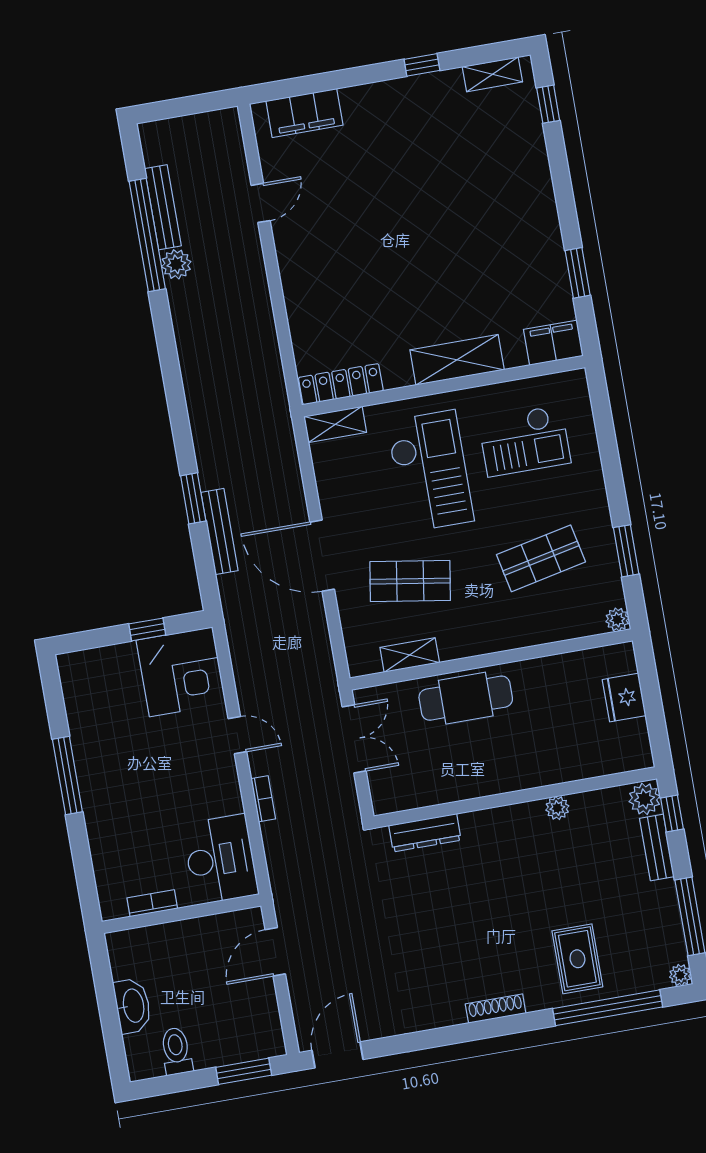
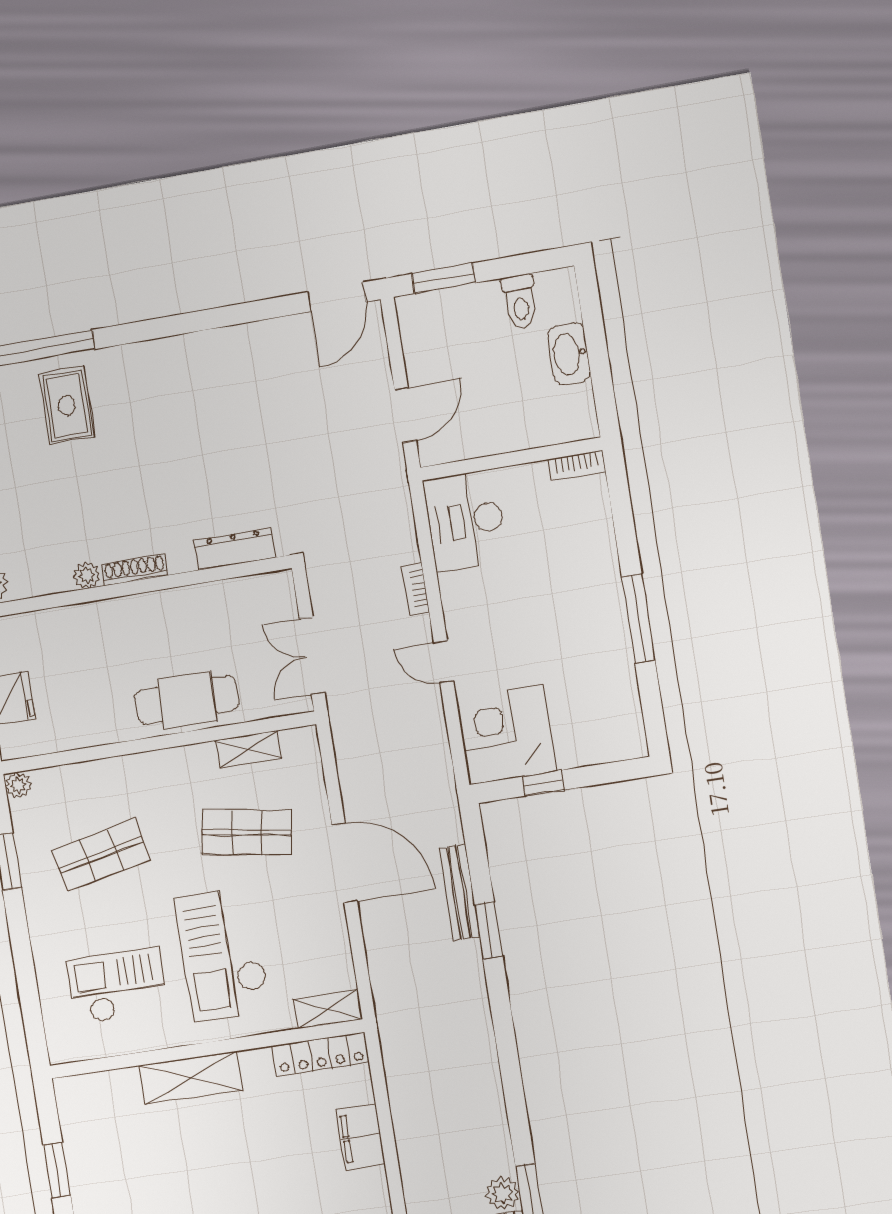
filing cabinet: (553, 343) -> (360, 1137), moved, turned 90
bookcase: (152, 903) -> (577, 466), moved
shoe rack: (496, 1009) -> (135, 570), moved, turned 180

